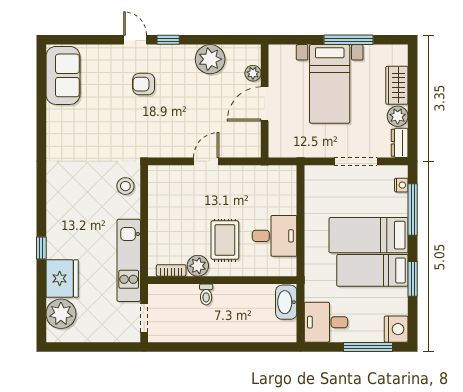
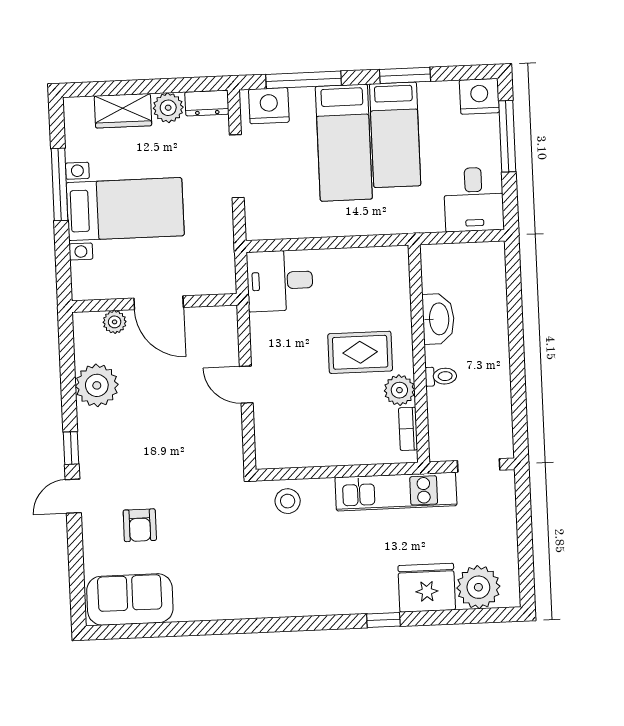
armchair: (144, 84) -> (140, 525), moved
nightstand: (401, 185) -> (269, 106), width x1.89, depth x1.79
desk: (275, 236) -> (280, 281), moved, turned -90
washbasin: (286, 302) -> (438, 319), moved, turned -90

